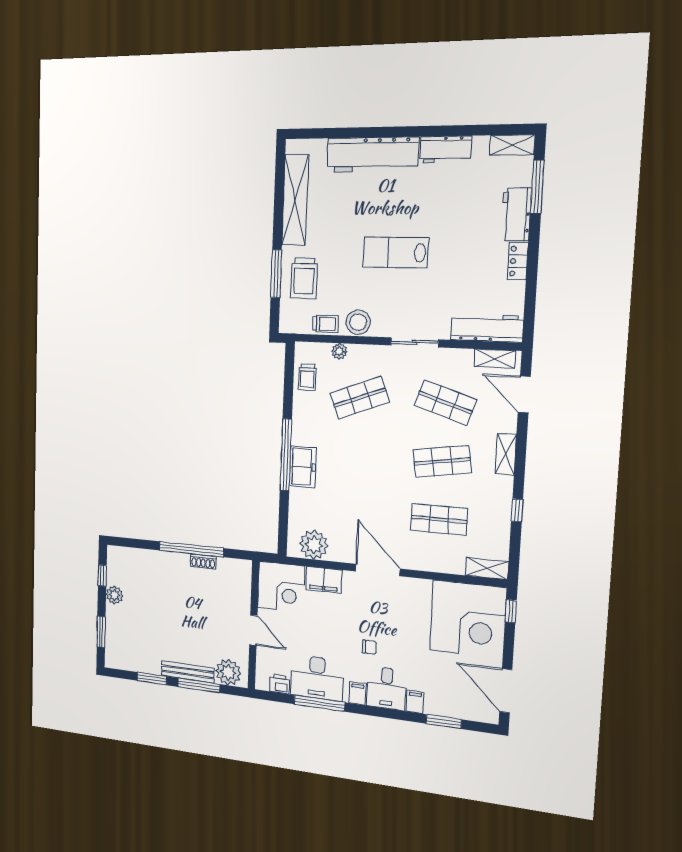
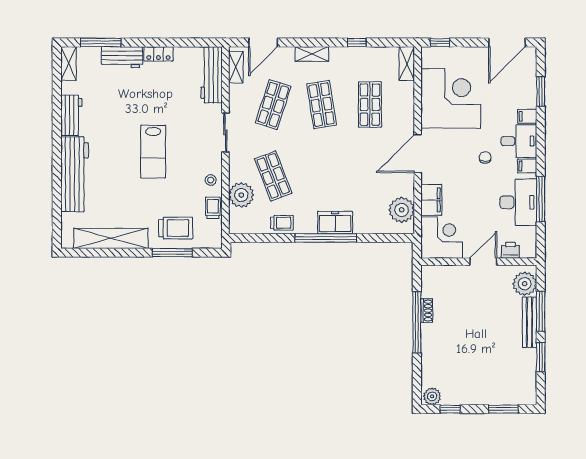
stool: (358, 322) -> (211, 180), width x0.53, depth x0.53
plant: (339, 351) -> (241, 195), width x1.87, depth x1.87
trolley: (307, 377) -> (282, 223), moved
plant: (114, 595) -> (432, 396), moved
corner desk: (468, 619) -> (451, 98), moved
printer: (279, 684) -> (510, 250), moved, turned 90

